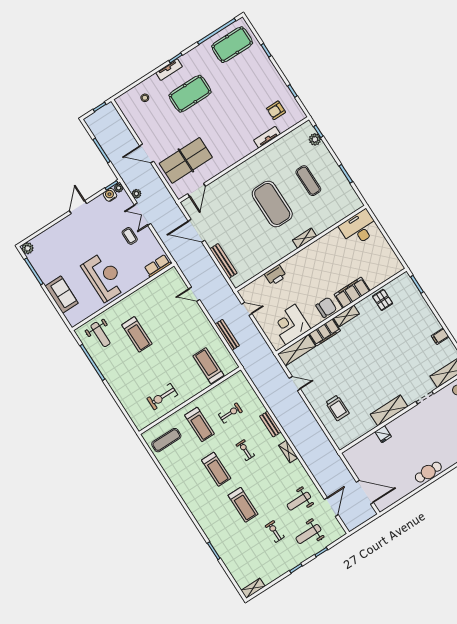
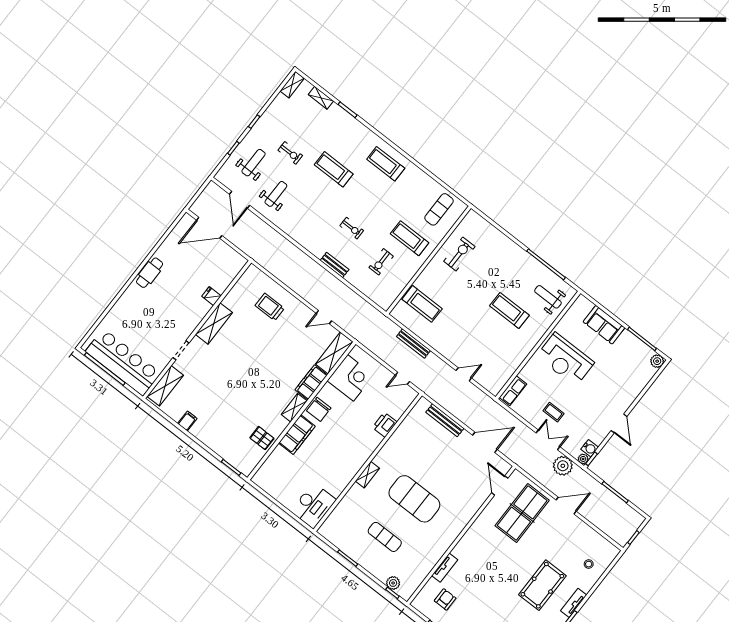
plant: (136, 194) -> (563, 466), width x1.87, depth x1.87
shelving: (288, 452) -> (321, 98), moved
treadmill: (216, 469) -> (386, 164), moved

